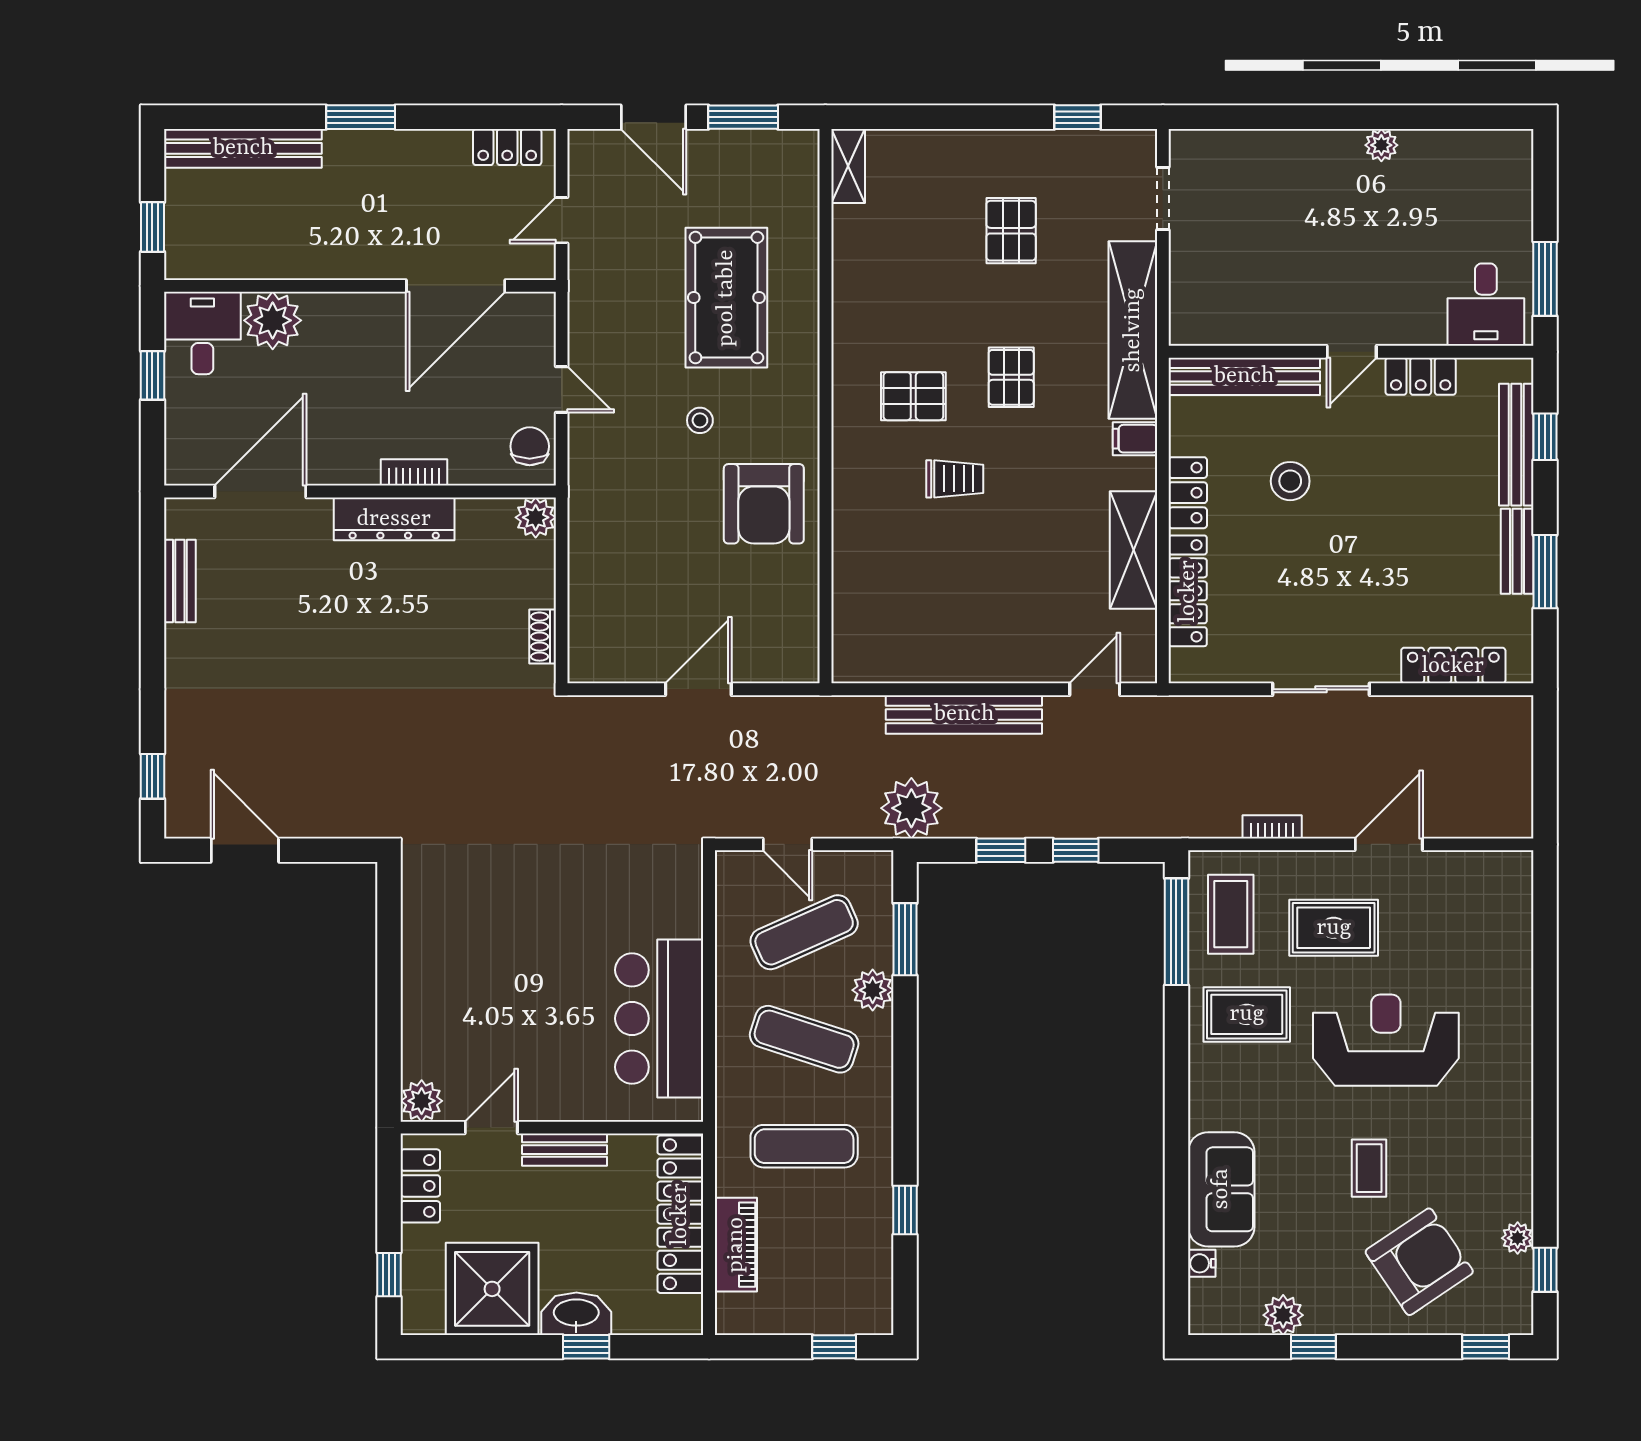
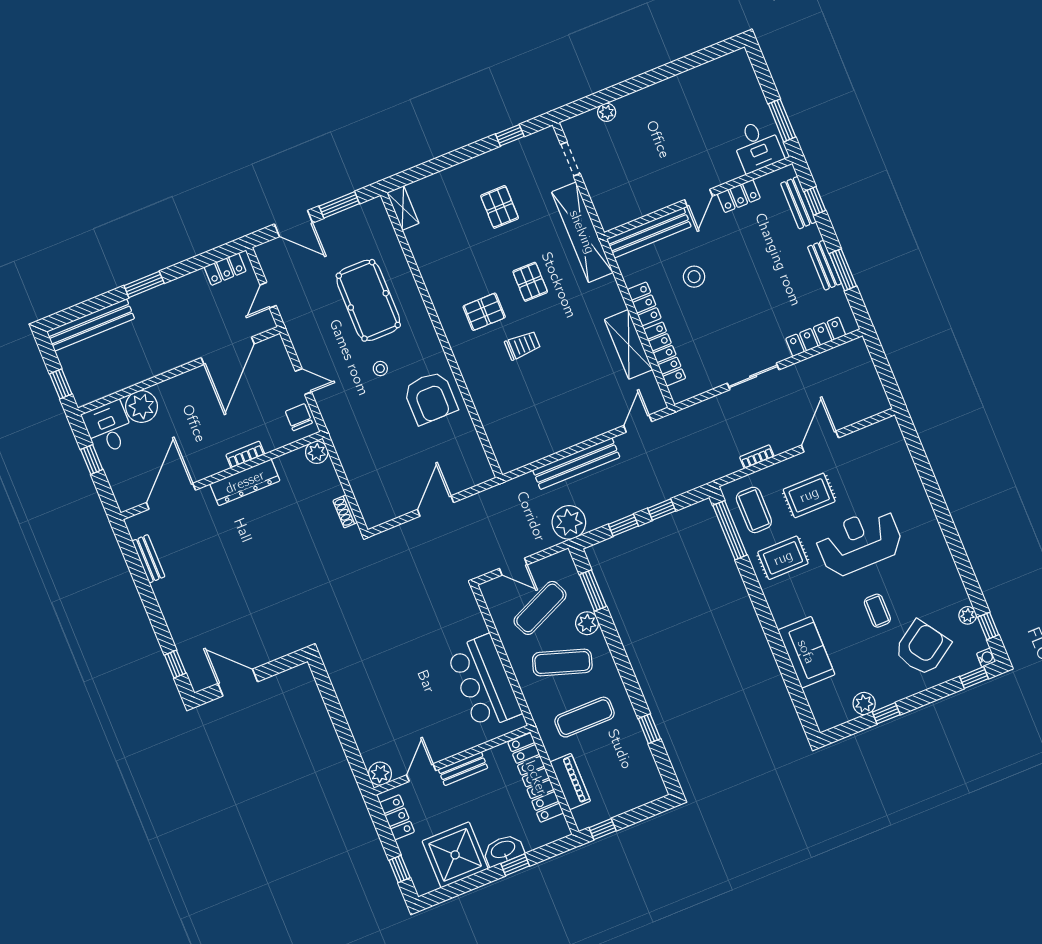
plant: (1381, 145) -> (607, 112), moved
filing cabinet: (1135, 439) -> (606, 287), removed
bench: (1516, 445) -> (798, 203), width x0.73
water cooler: (1202, 1263) -> (986, 658), moved, turned 180
window: (834, 1347) -> (603, 829), moved

